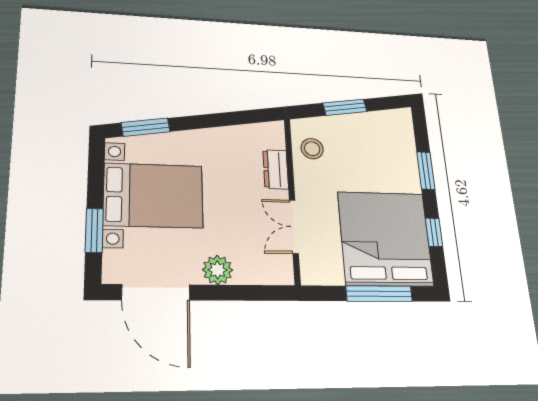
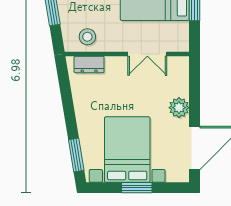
dresser: (276, 169) -> (89, 64), moved
window: (94, 230) -> (137, 188), moved

